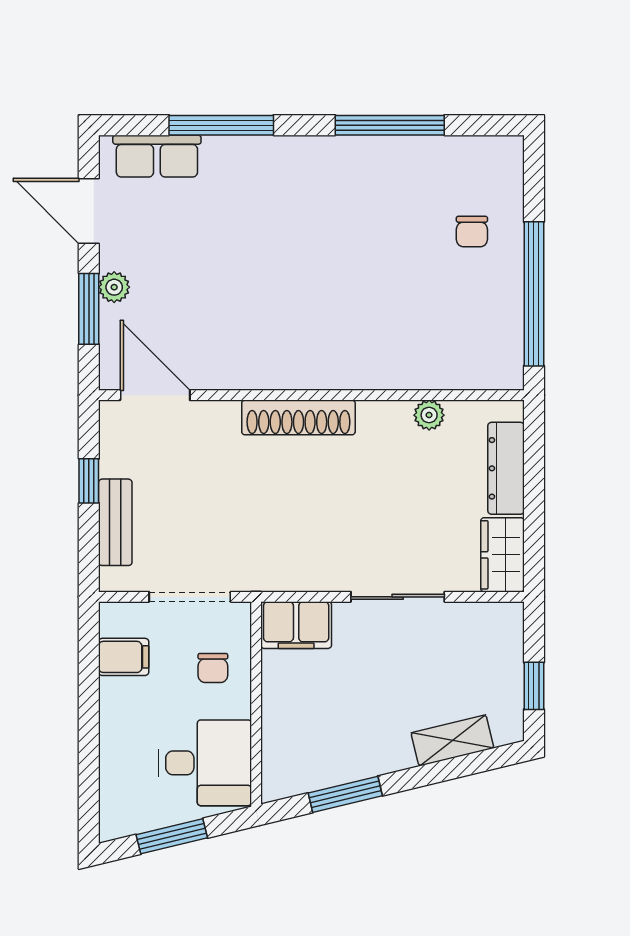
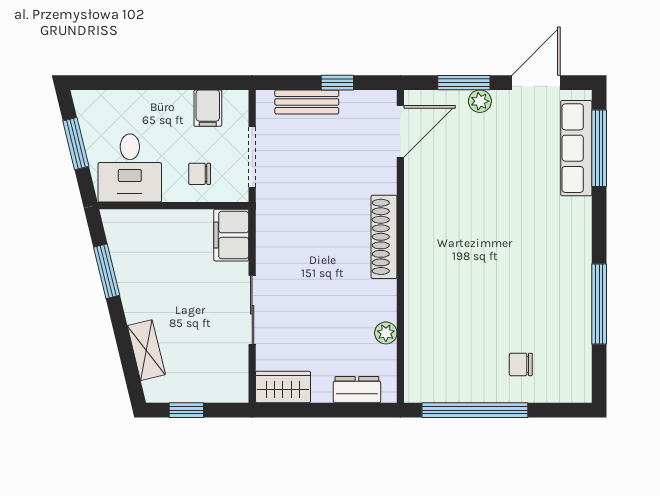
window: (221, 125) -> (599, 148), moved
row of seats: (157, 156) -> (576, 148), width x1.48
dresser: (506, 468) -> (357, 390), width x0.70

